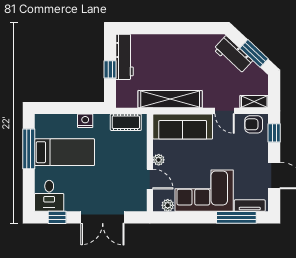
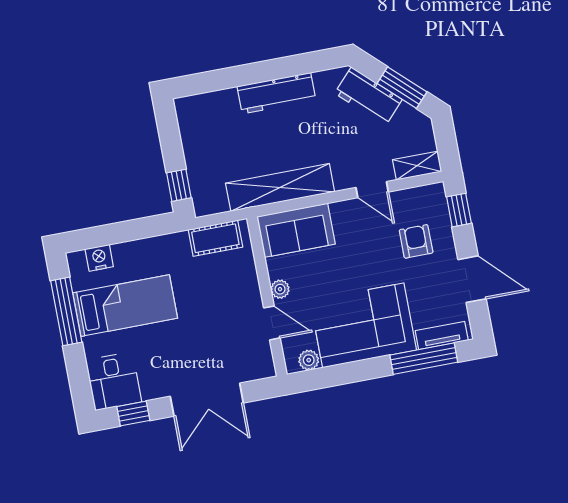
workbench: (125, 57) -> (276, 93), moved, turned 90
window: (110, 69) -> (179, 185), moved
nightstand: (85, 121) -> (99, 258), moved
armchair: (254, 124) -> (416, 241), moved, turned 90
sofa: (183, 127) -> (296, 230), width x0.73

